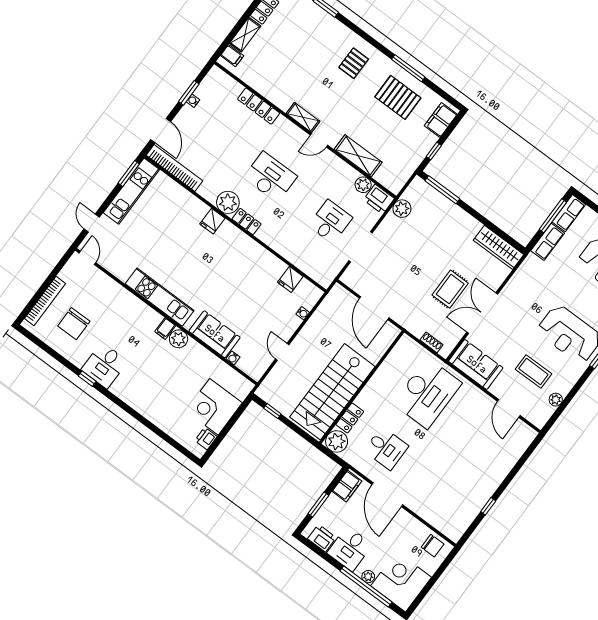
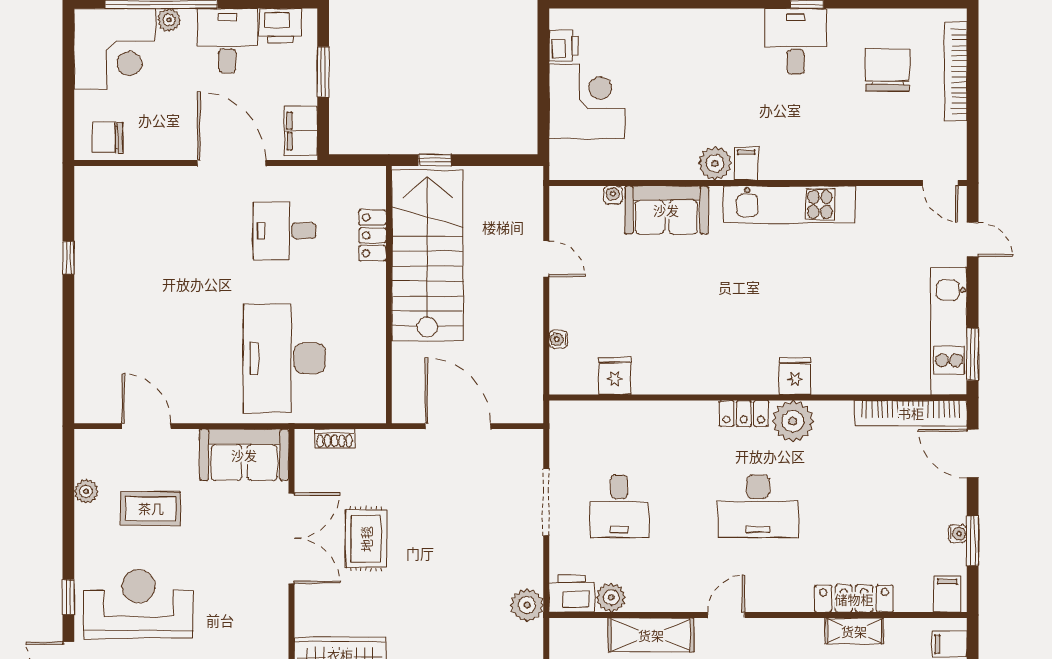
filing cabinet: (217, 78) -> (947, 594), added
shelving: (303, 117) -> (854, 631), moved
window: (272, 411) -> (435, 160), moved
plant: (337, 441) -> (366, 186), removed

